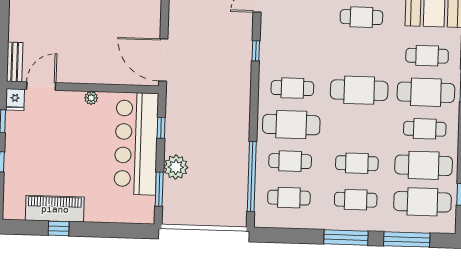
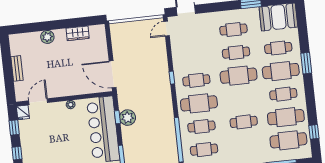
window: (256, 51) -> (172, 78), moved
bench: (15, 62) -> (17, 68), moved
plant: (176, 167) -> (128, 118), moved
cafe table: (356, 200) -> (236, 53), moved

